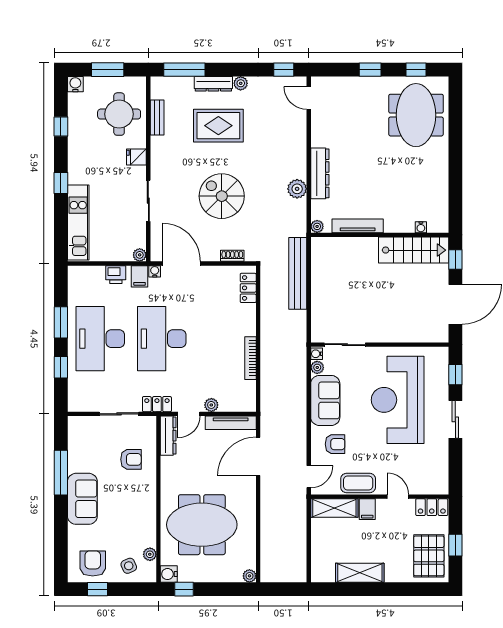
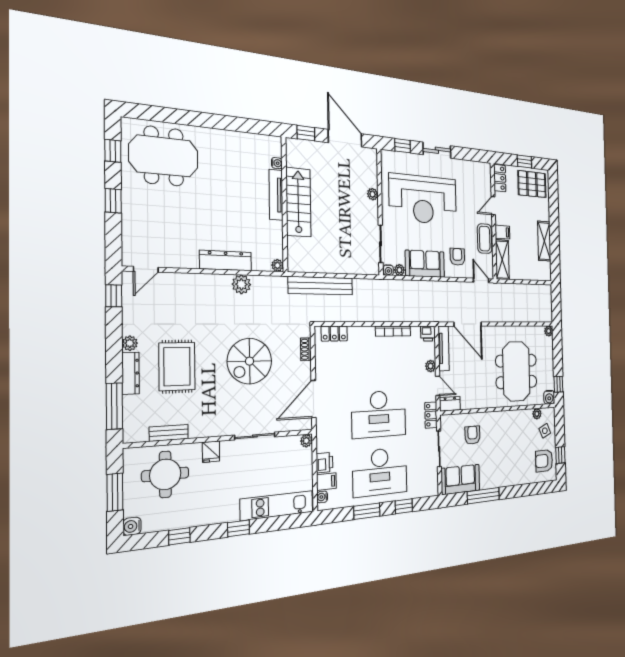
tv unit: (358, 226) -> (276, 195), moved
stairs: (414, 250) -> (298, 202), moved
water cooler: (155, 271) -> (322, 497), moved
filing cabinet: (140, 276) -> (326, 481), moved
plant: (398, 336) -> (373, 194), added
printer: (247, 402) -> (428, 334), added
dresser: (168, 436) -> (450, 404), width x0.70
sofa: (82, 499) -> (460, 479), moved

